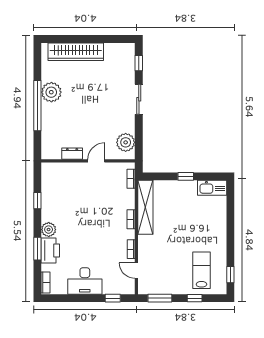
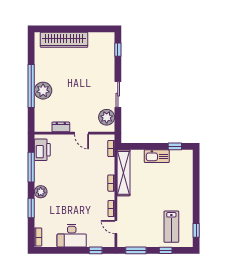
plant: (51, 92) -> (43, 91), moved
sliding door: (139, 99) -> (118, 95), moved
door: (96, 161) -> (81, 133), swing flipped
window: (186, 176) -> (175, 146), moved
kitchen sink: (212, 188) -> (157, 156), moved
window: (37, 201) -> (31, 167), width x2.17
printer: (50, 250) -> (42, 150), moved
lab bench: (201, 270) -> (171, 227), turned 180

